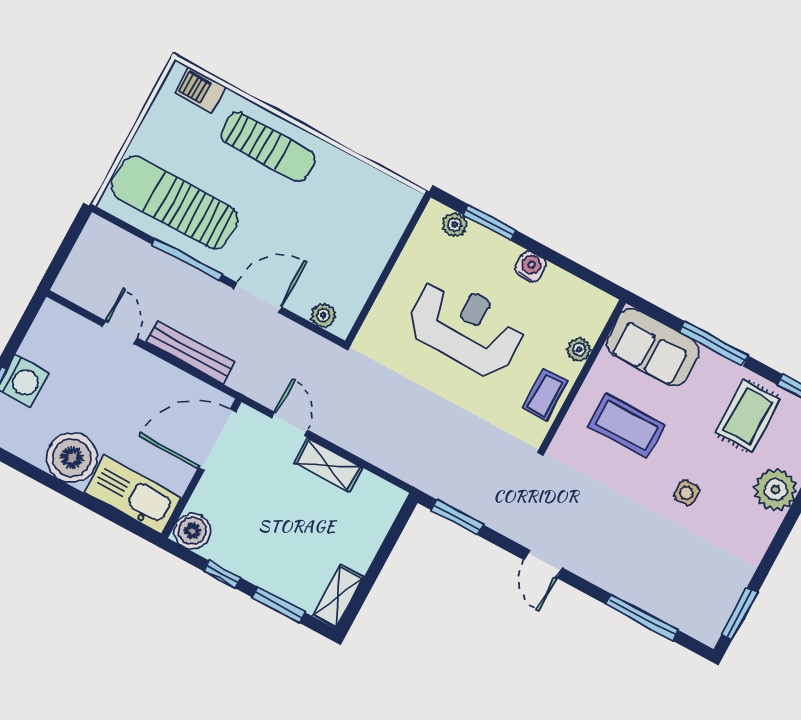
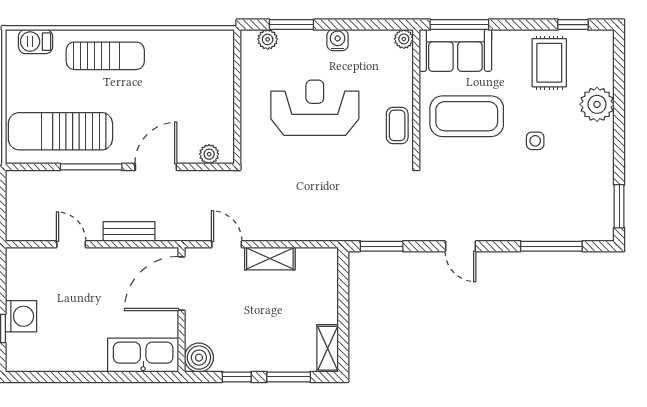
window: (714, 344) -> (459, 25), moved
plant: (579, 349) -> (404, 39), moved
bench: (190, 352) -> (129, 231), width x0.73
coffee table: (626, 426) -> (467, 116), width x1.36, depth x1.32
boiler: (72, 458) -> (85, 352), removed

